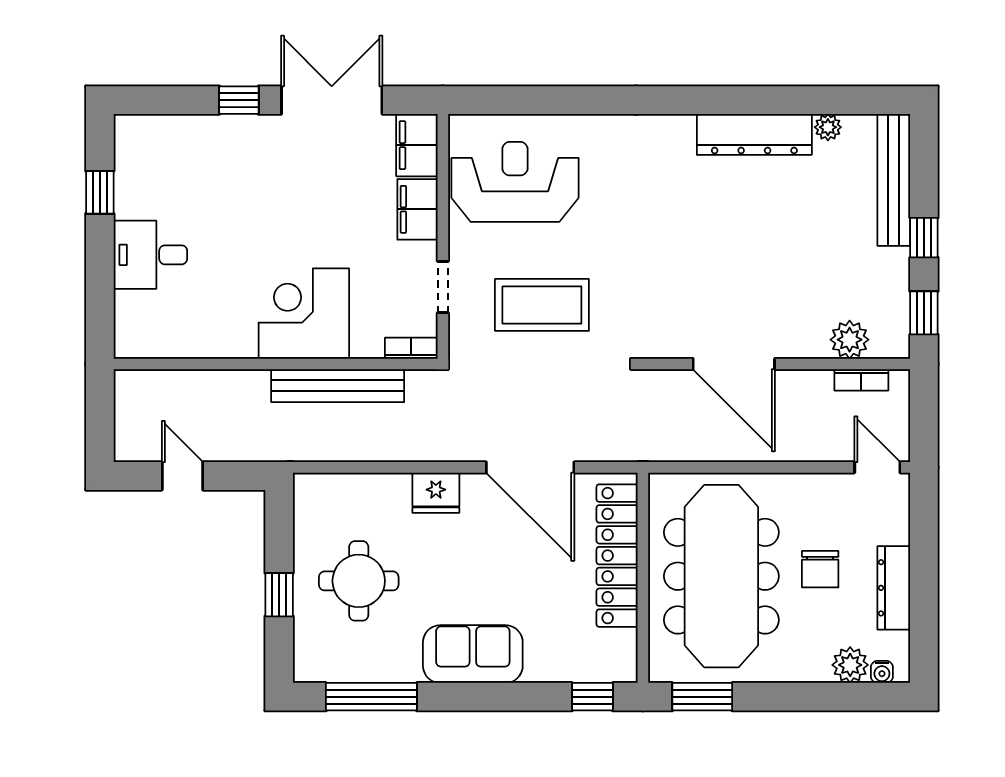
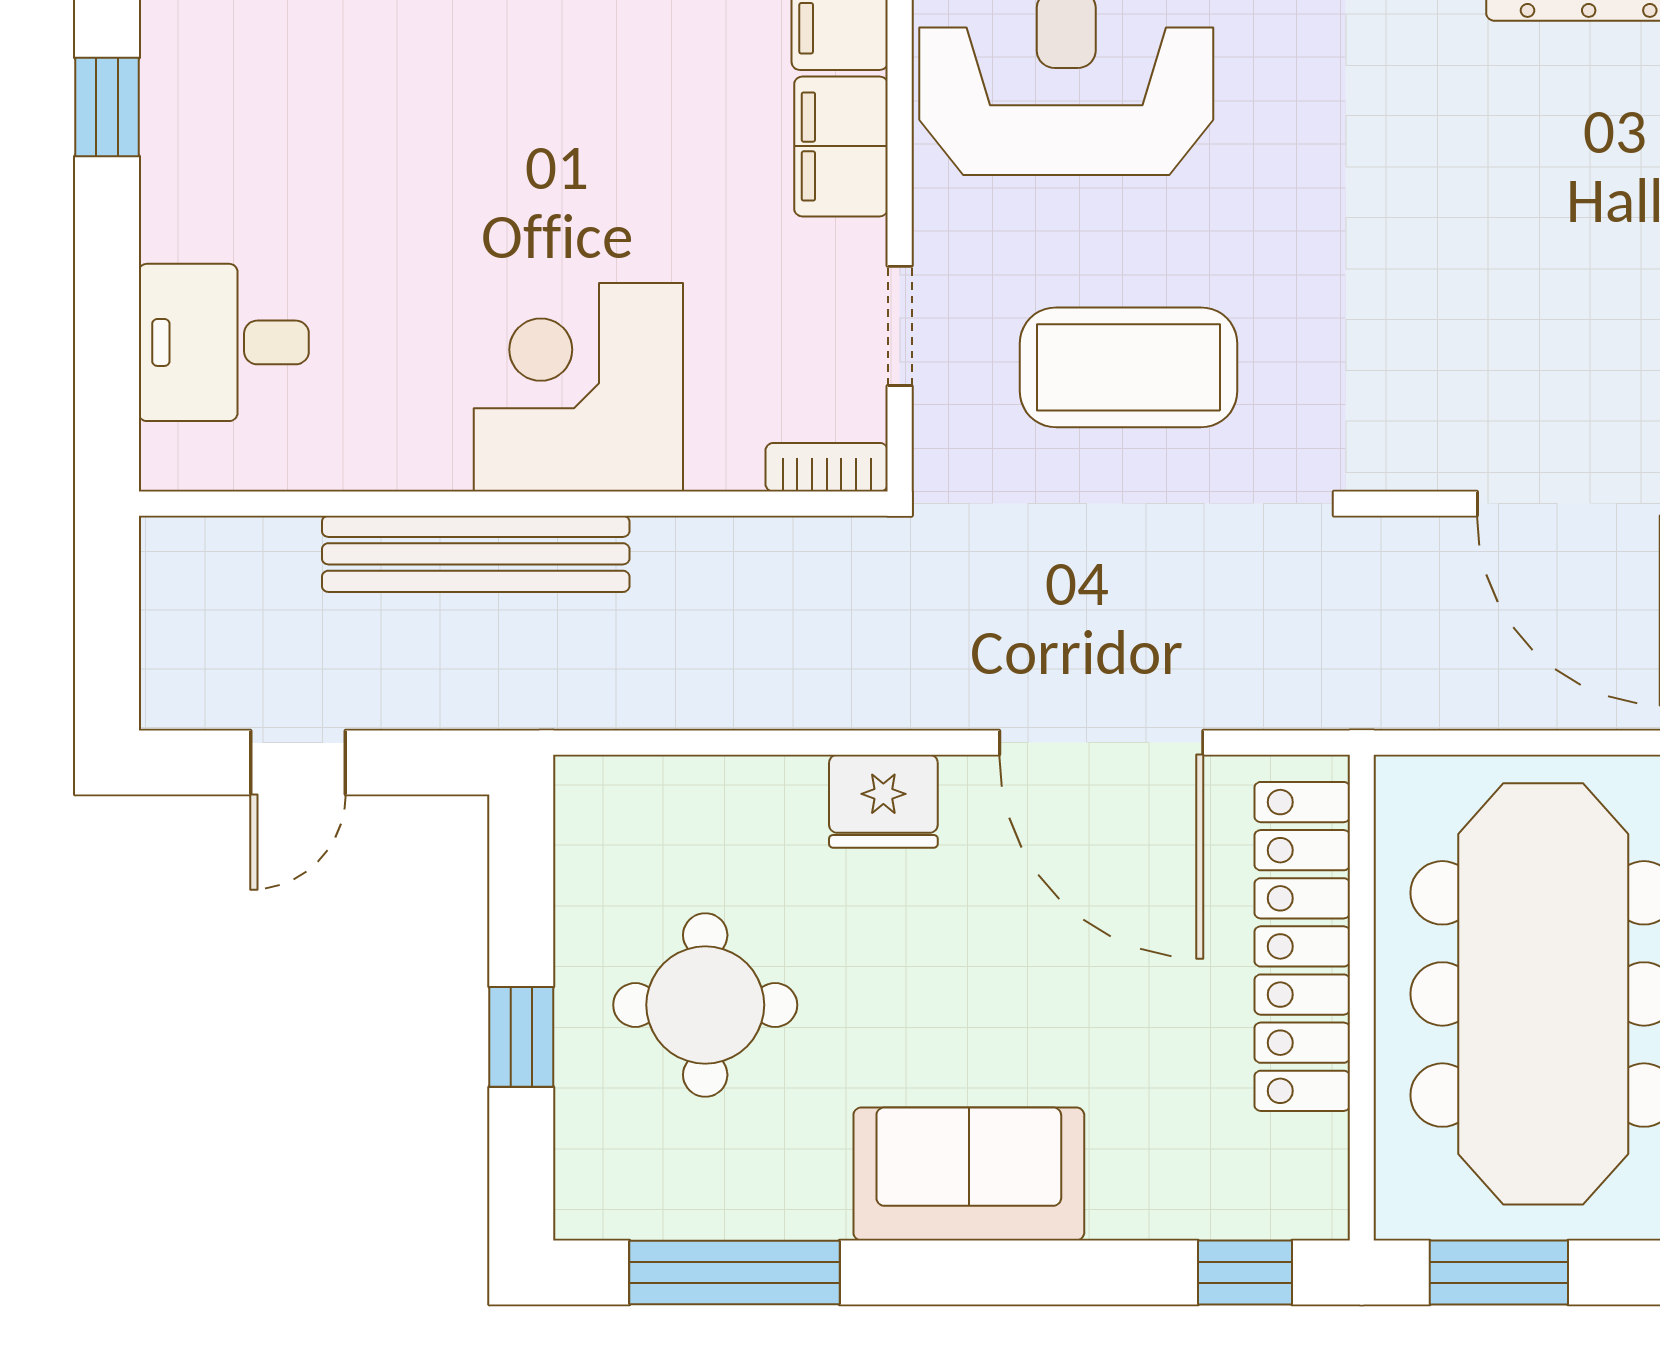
desk: (150, 255) -> (224, 342), moved
bench: (338, 386) -> (476, 554), moved
door: (182, 476) -> (298, 763), swing flipped

